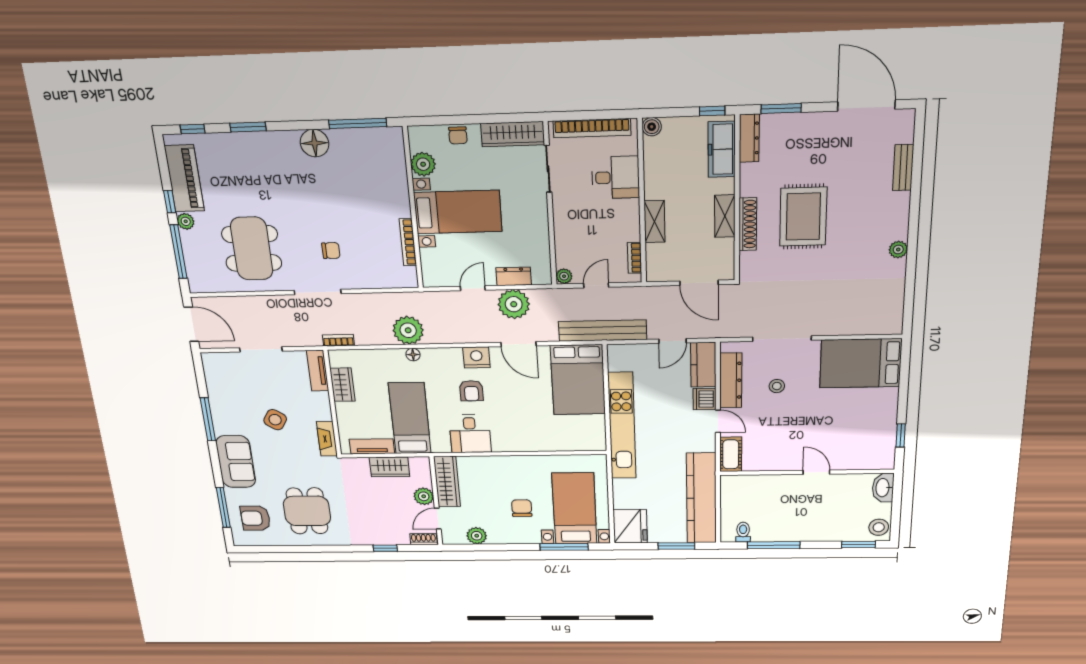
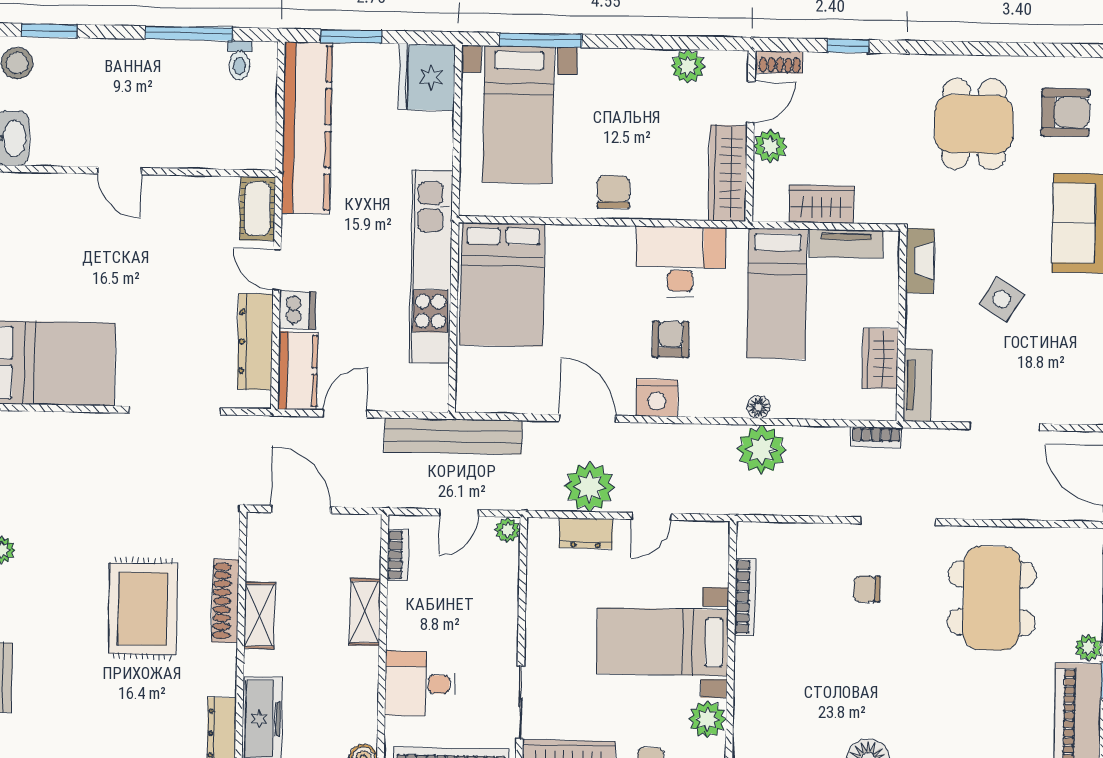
bed: (578, 380) -> (502, 285), moved, turned 180
stool: (777, 386) -> (183, 329), removed
desk: (470, 434) -> (680, 262), width x1.37
chair: (522, 508) -> (613, 192), moved, turned 180

